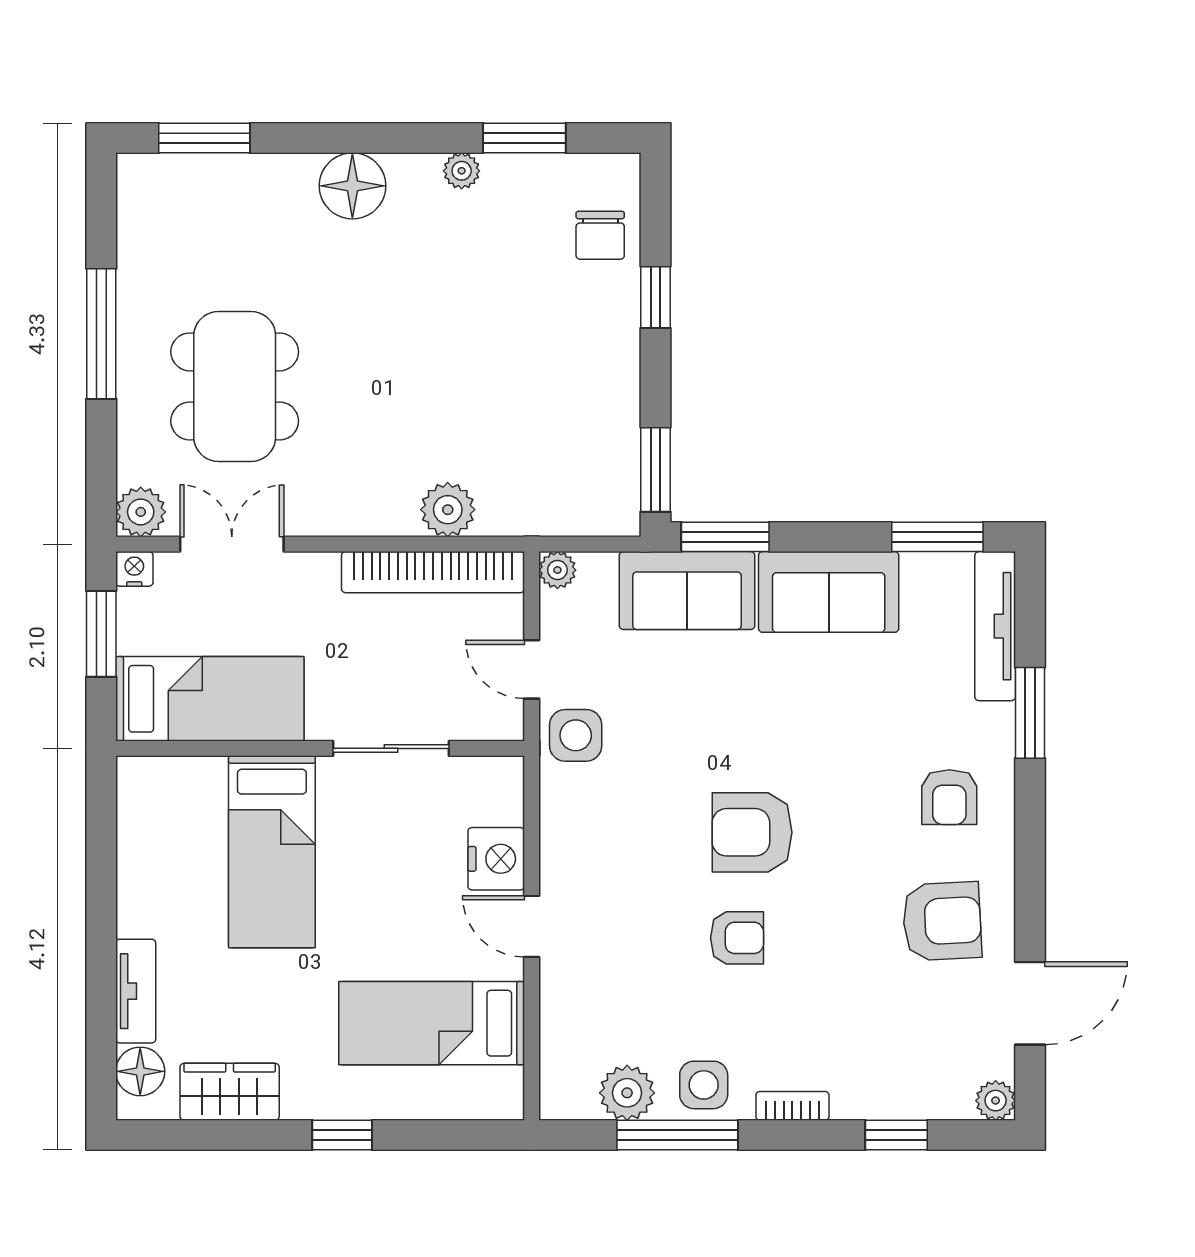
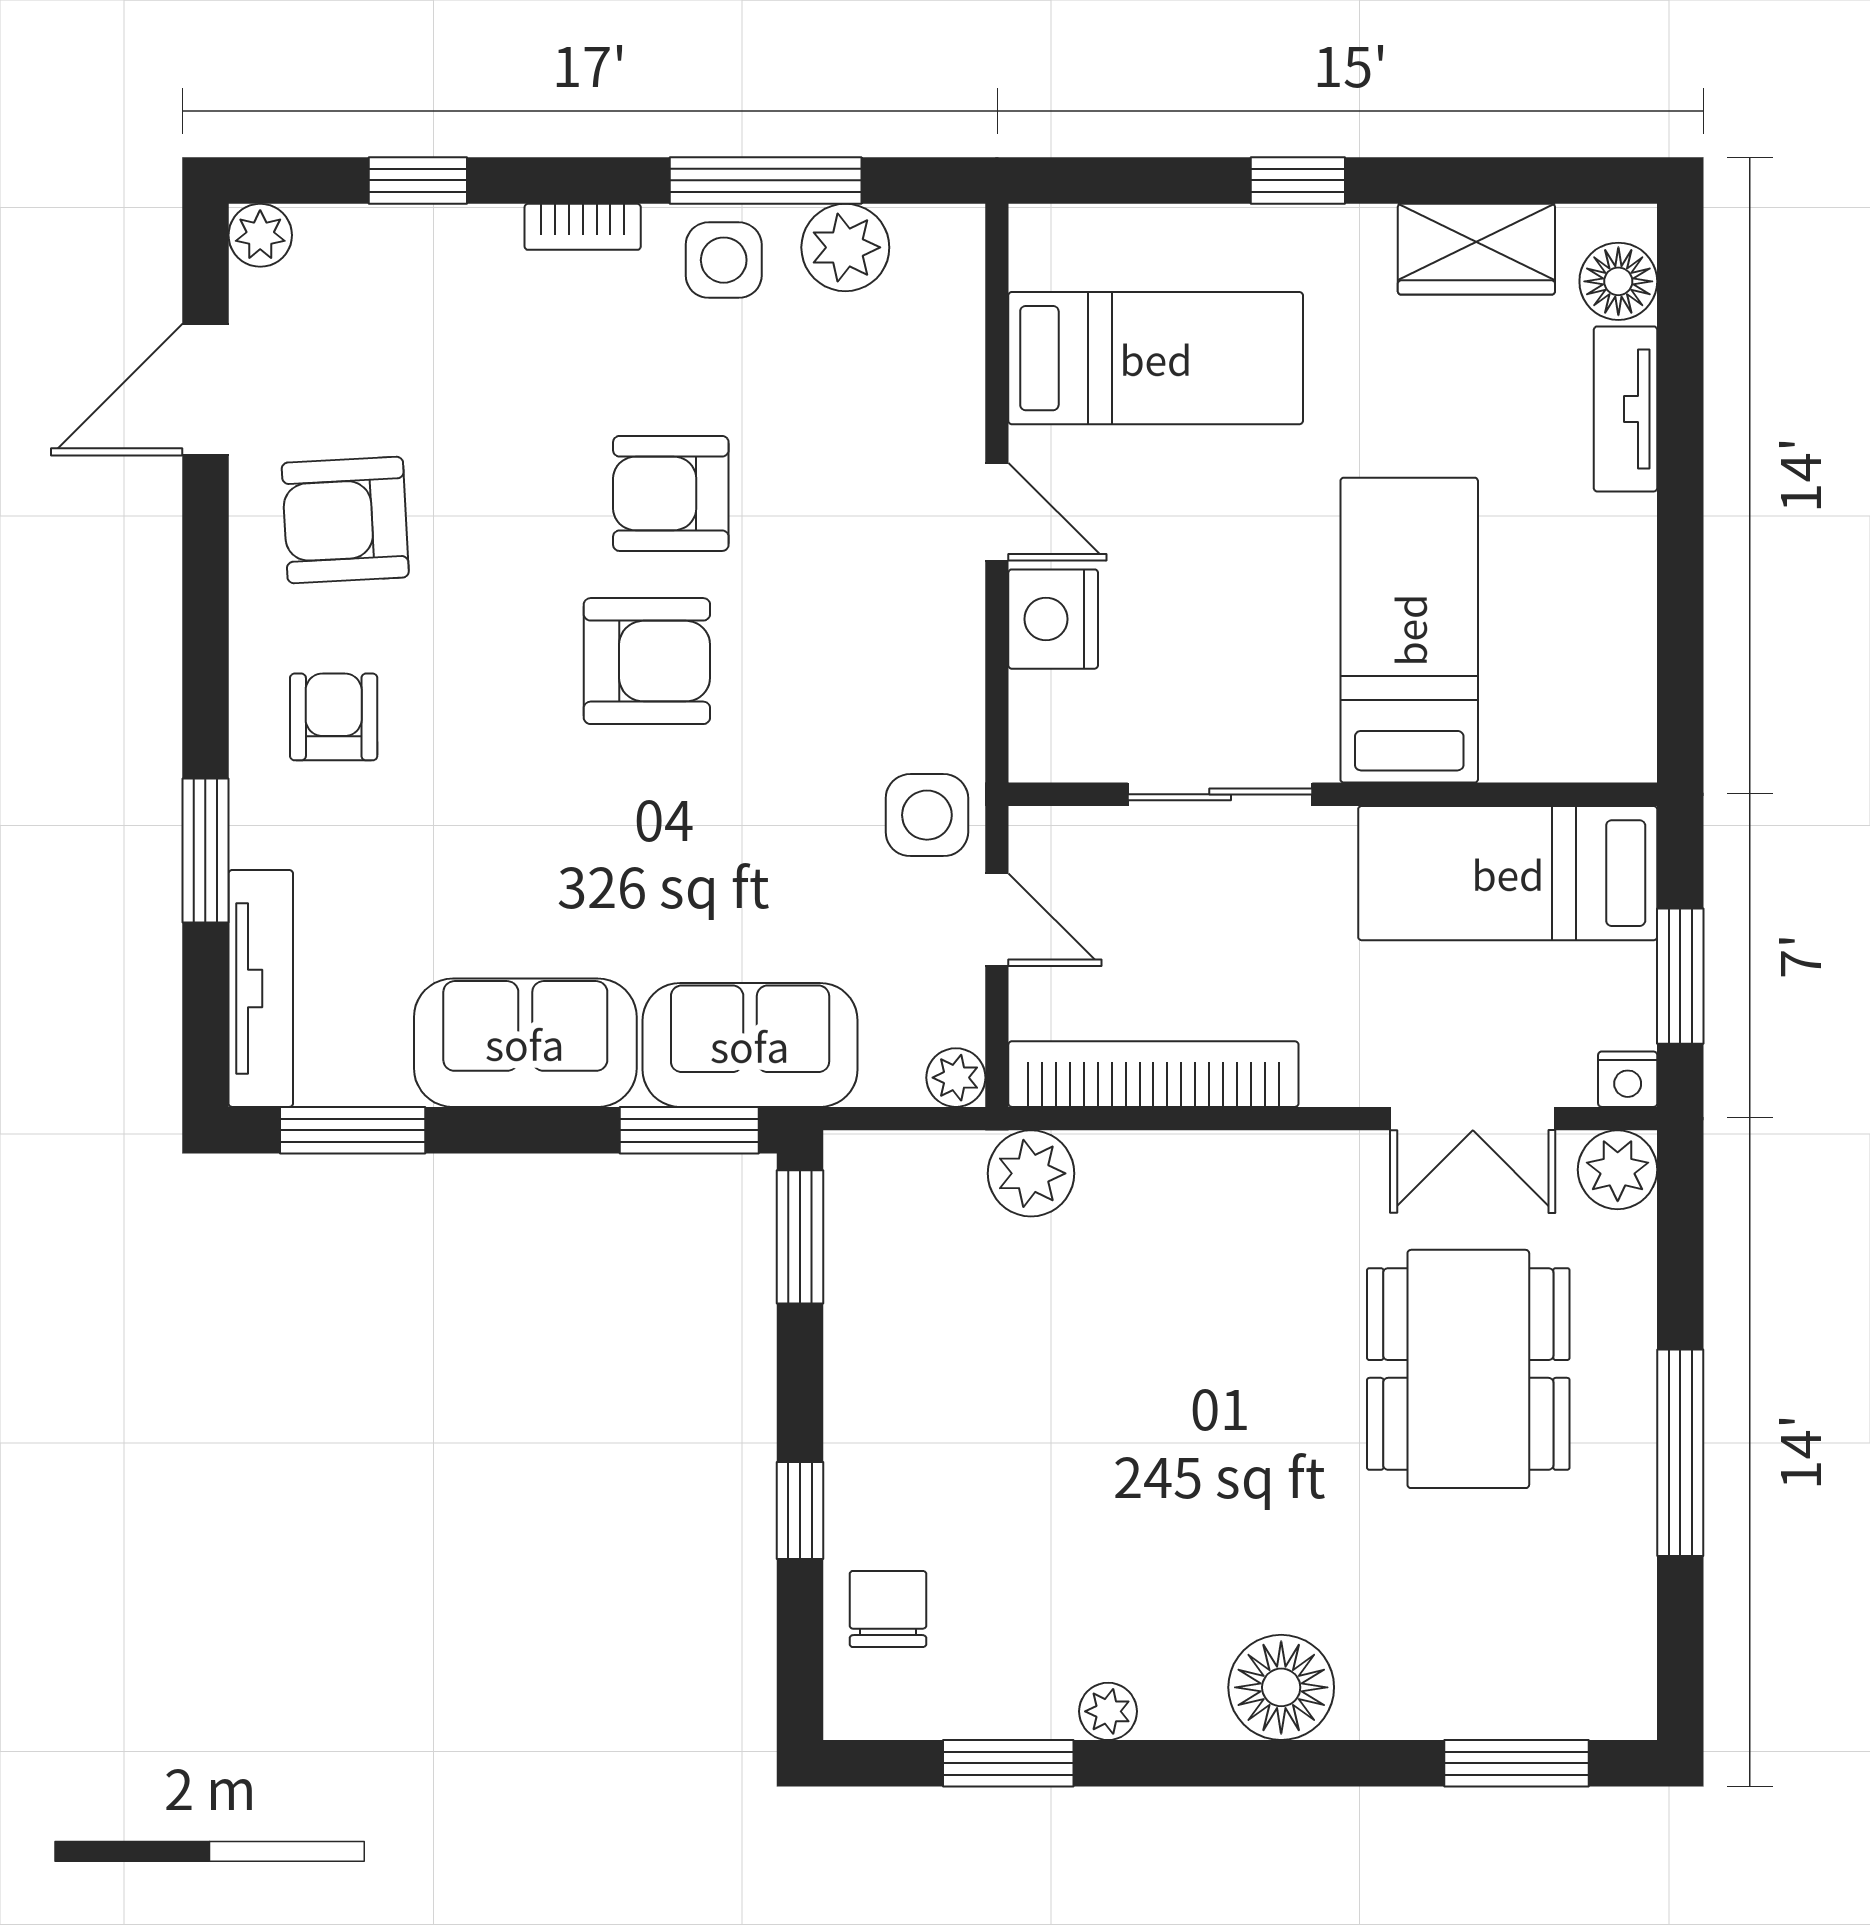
plant: (448, 510) -> (1031, 1173), moved
armchair: (737, 938) -> (671, 493), width x1.38, depth x1.38

